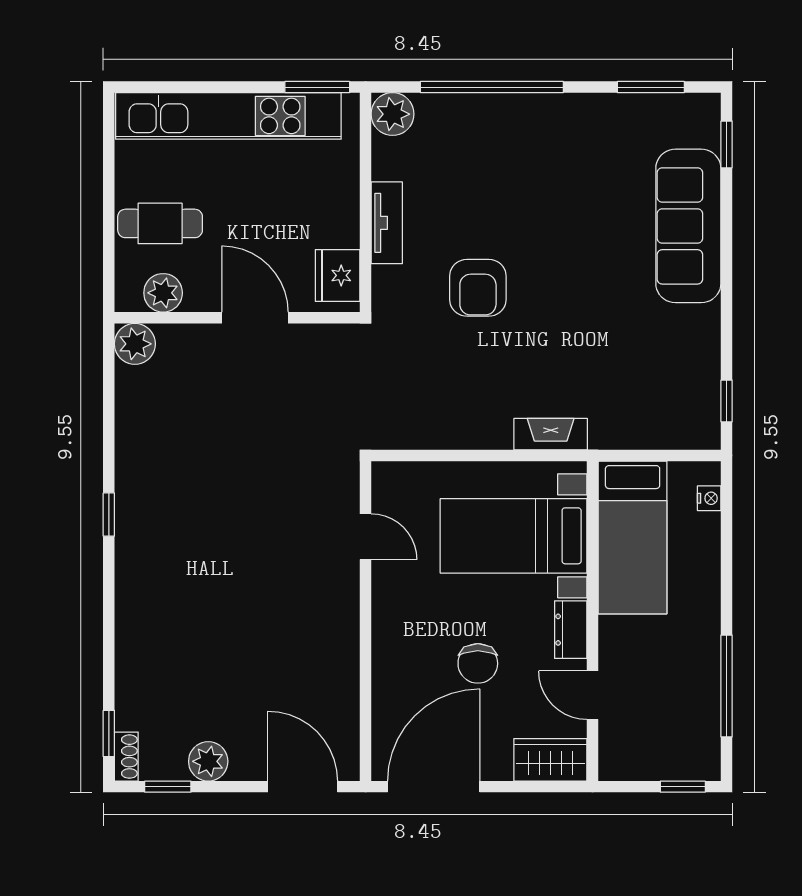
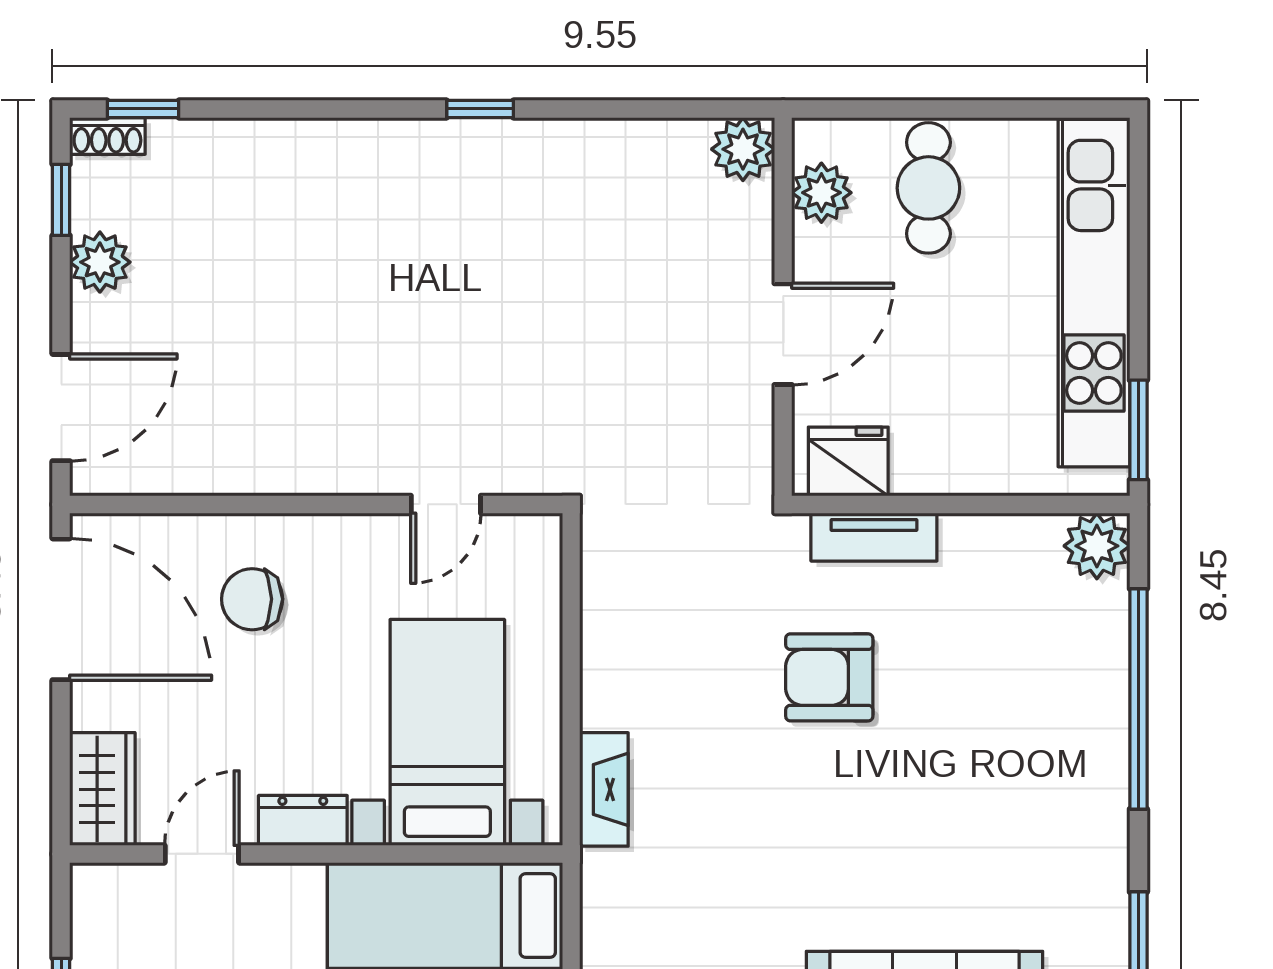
tv unit: (387, 223) -> (874, 537), moved
chair: (478, 663) -> (252, 599), moved

